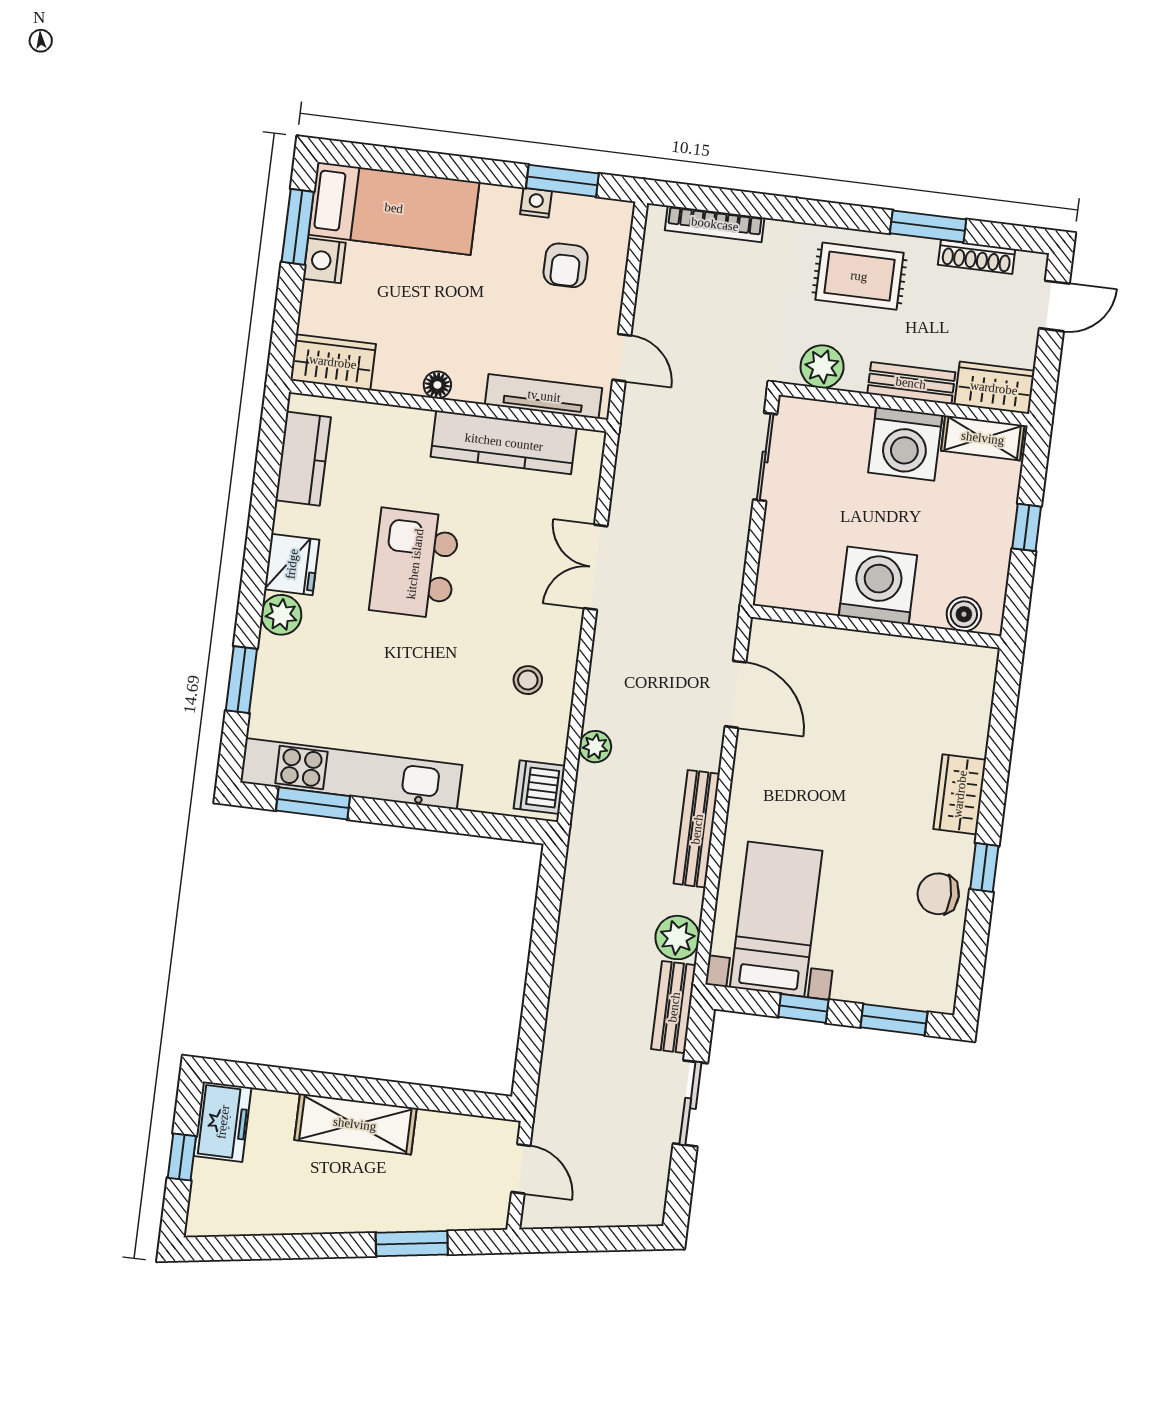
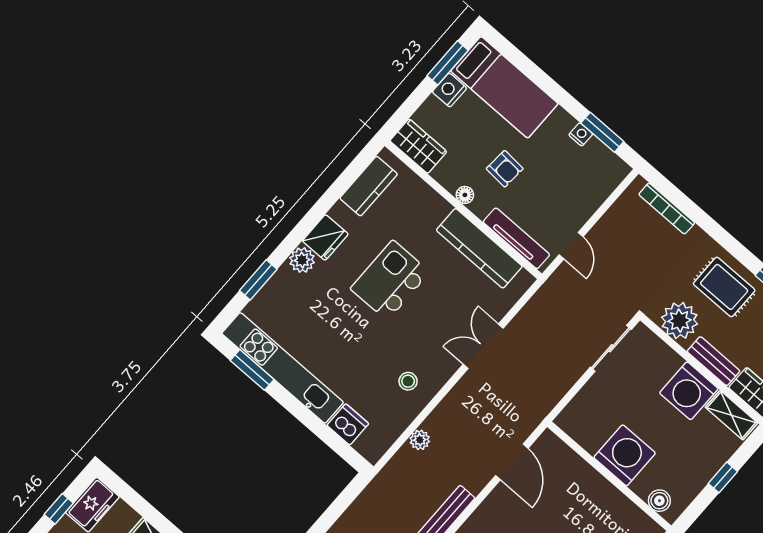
armchair: (566, 265) -> (505, 169), moved, turned -86
plant: (822, 367) -> (680, 321), width x1.36, depth x1.36
dishwasher: (539, 787) -> (348, 424), moved, turned 90

